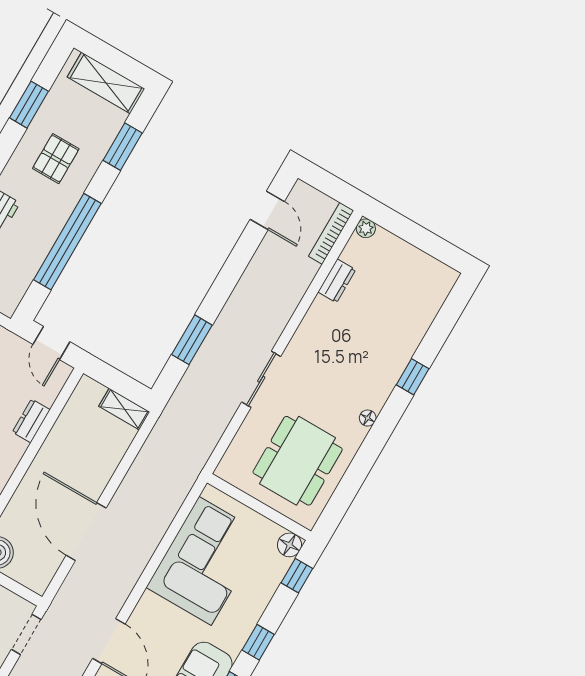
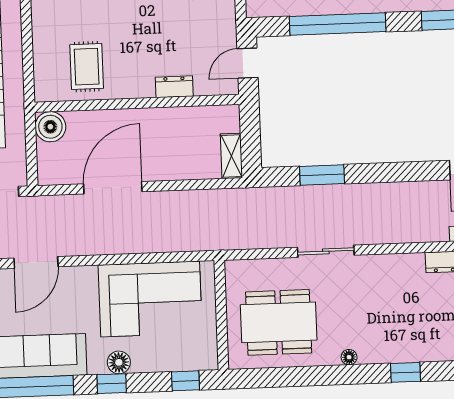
floor lamp: (289, 545) -> (119, 362), moved

